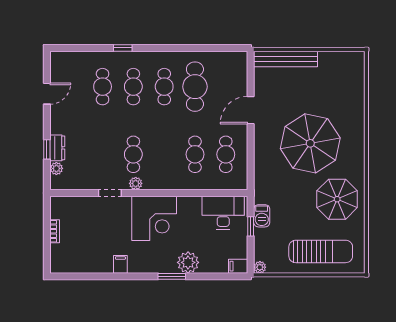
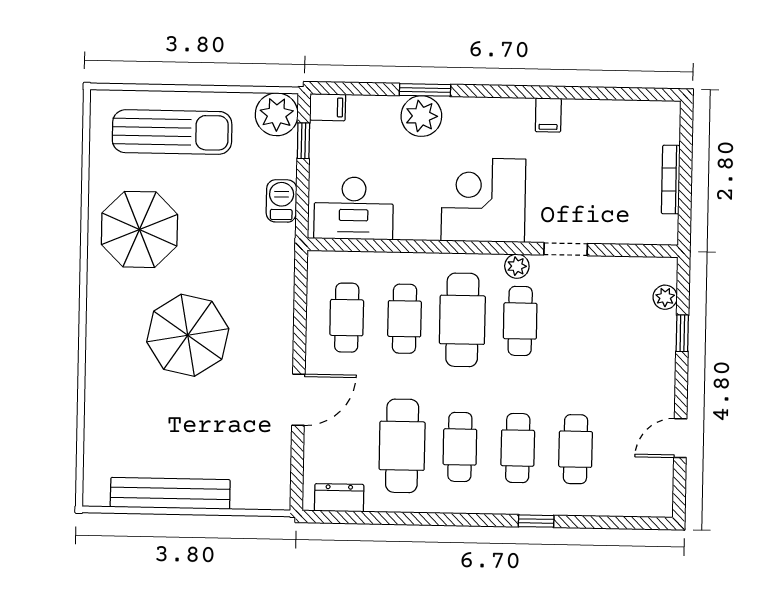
bench: (286, 59) -> (170, 493), moved
parasol: (310, 143) -> (188, 335), width x0.73, depth x0.73
dresser: (57, 148) -> (339, 498), moved, turned 90
cafe table: (164, 154) -> (462, 320), added
window: (251, 226) -> (303, 141), moved
bookcase: (55, 231) -> (671, 180), width x1.56
sun lounger: (321, 251) -> (172, 132), turned 180
plant: (260, 267) -> (277, 114), width x1.88, depth x1.88
window: (172, 276) -> (425, 90), moved

